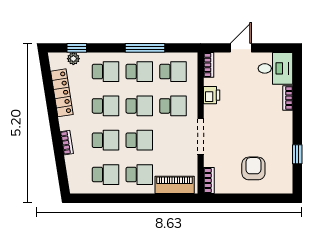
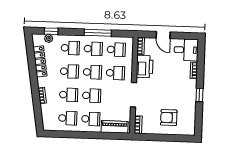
door: (241, 48) -> (163, 35), swing flipped
printer: (212, 95) -> (145, 67), width x1.87, depth x1.48
window: (297, 154) -> (199, 95), moved
armchair: (253, 168) -> (169, 118), turned -90

